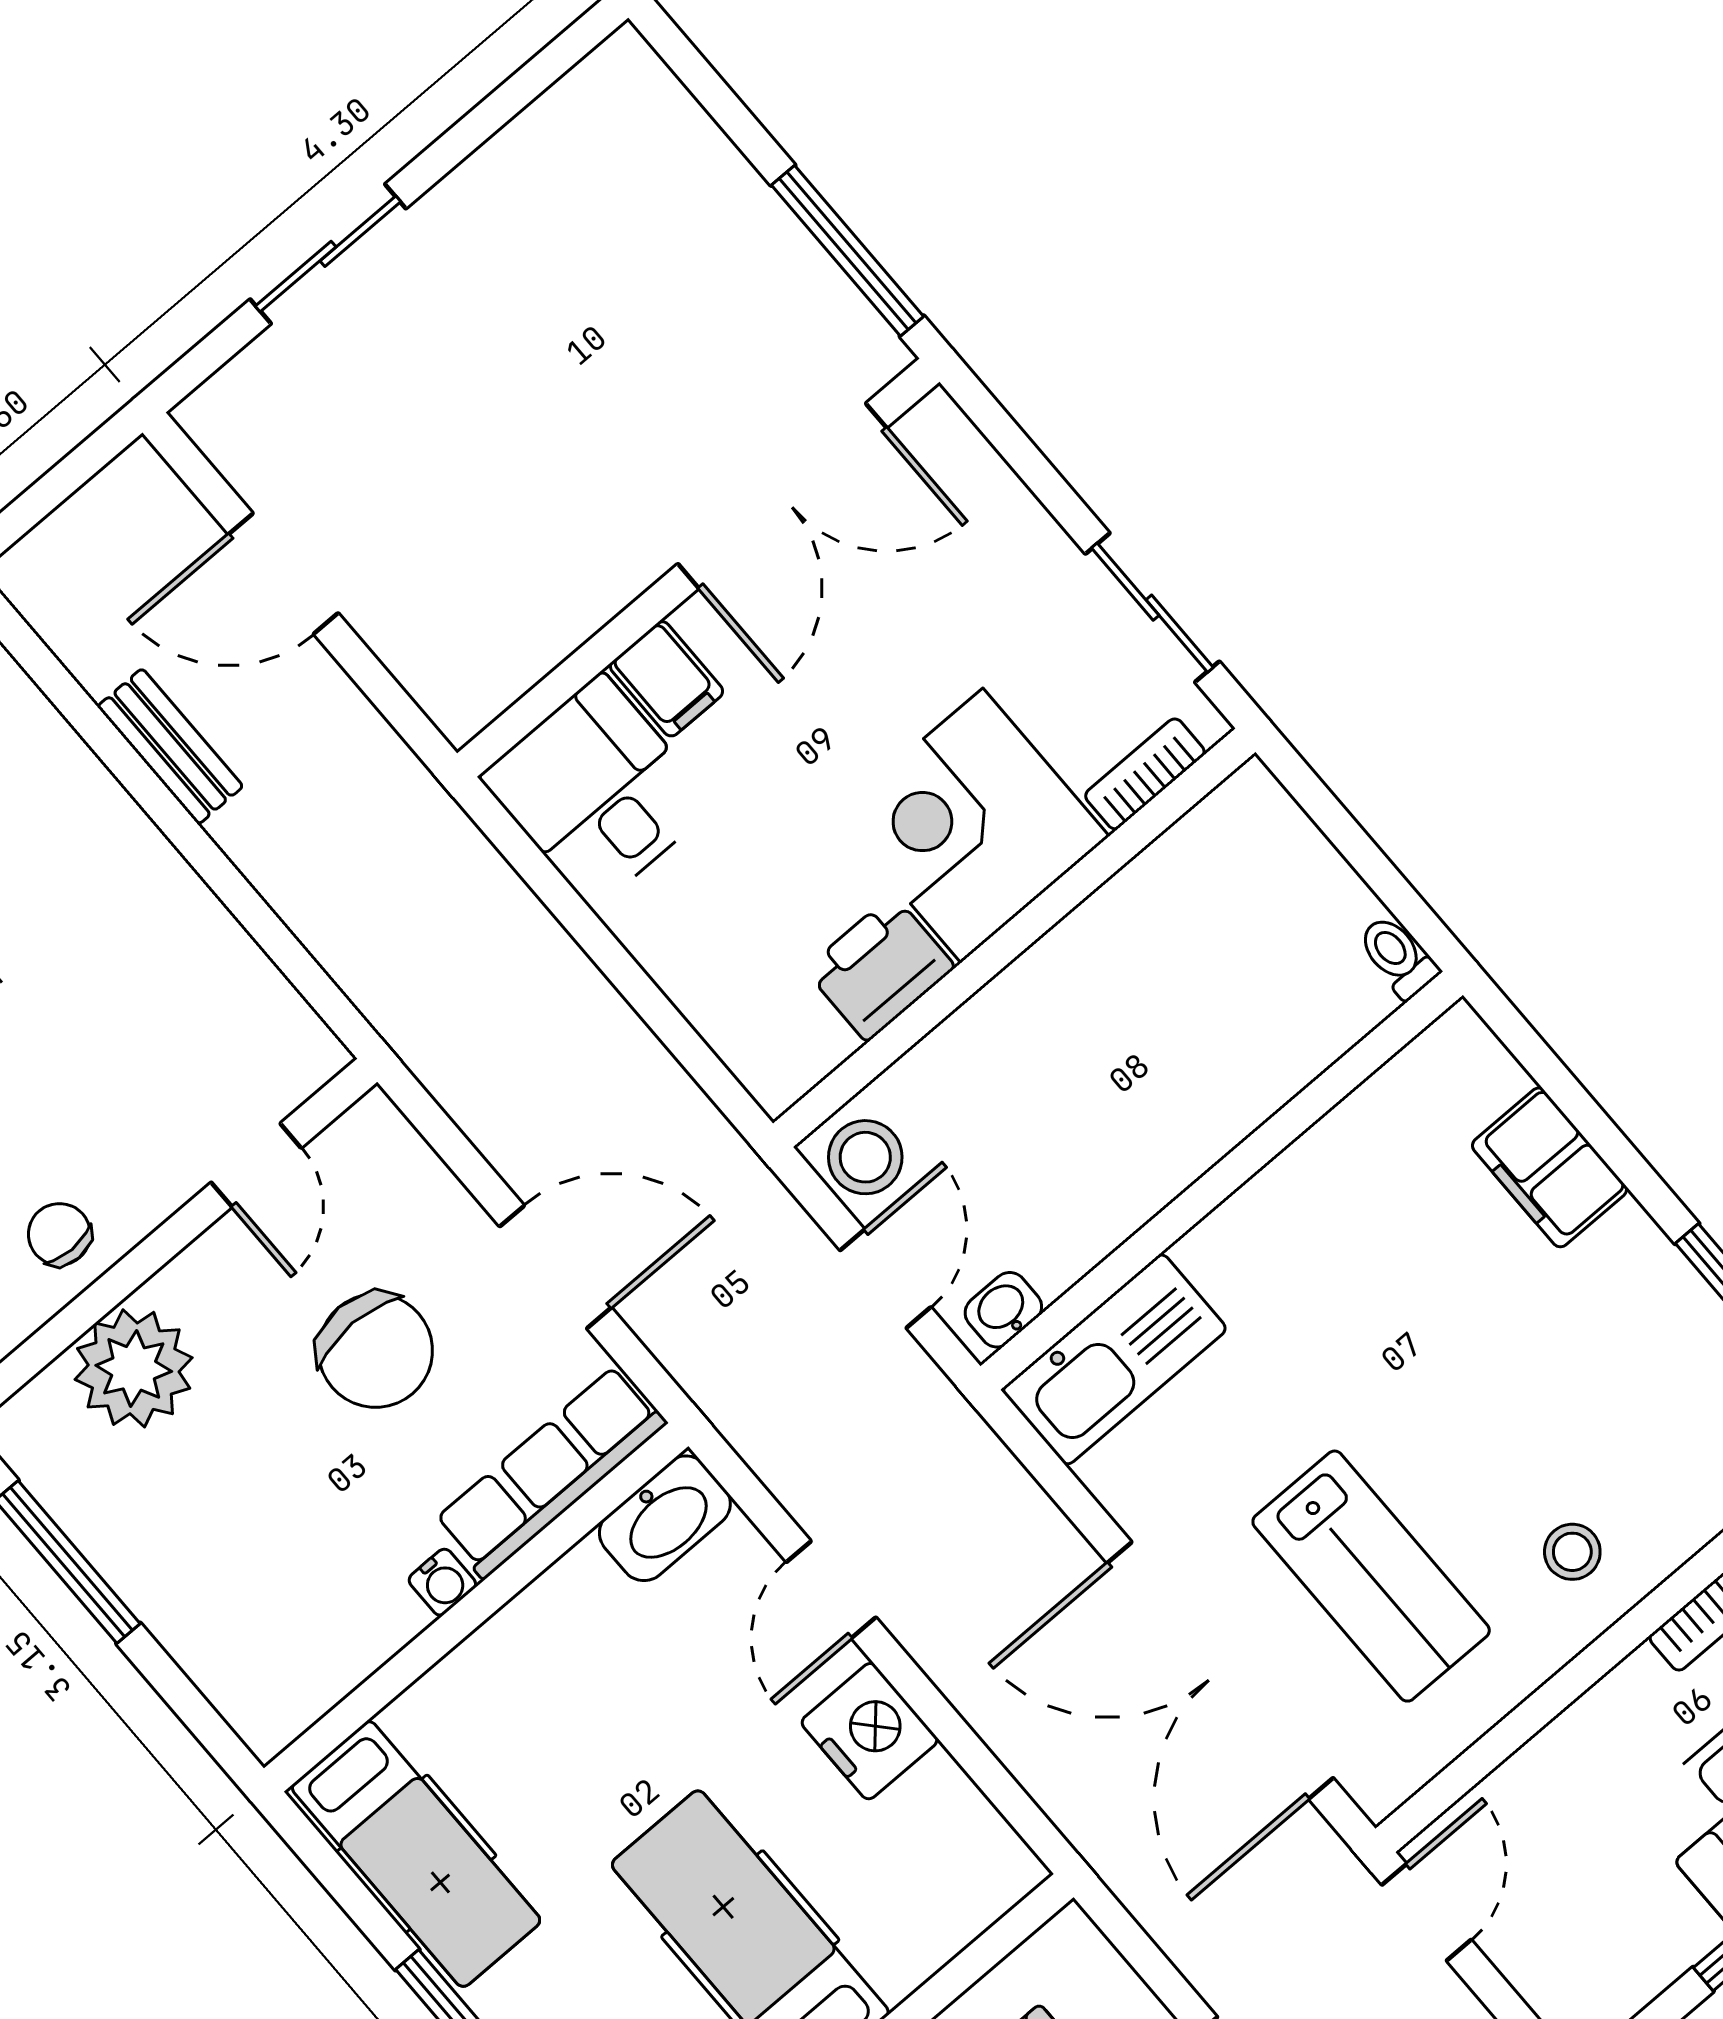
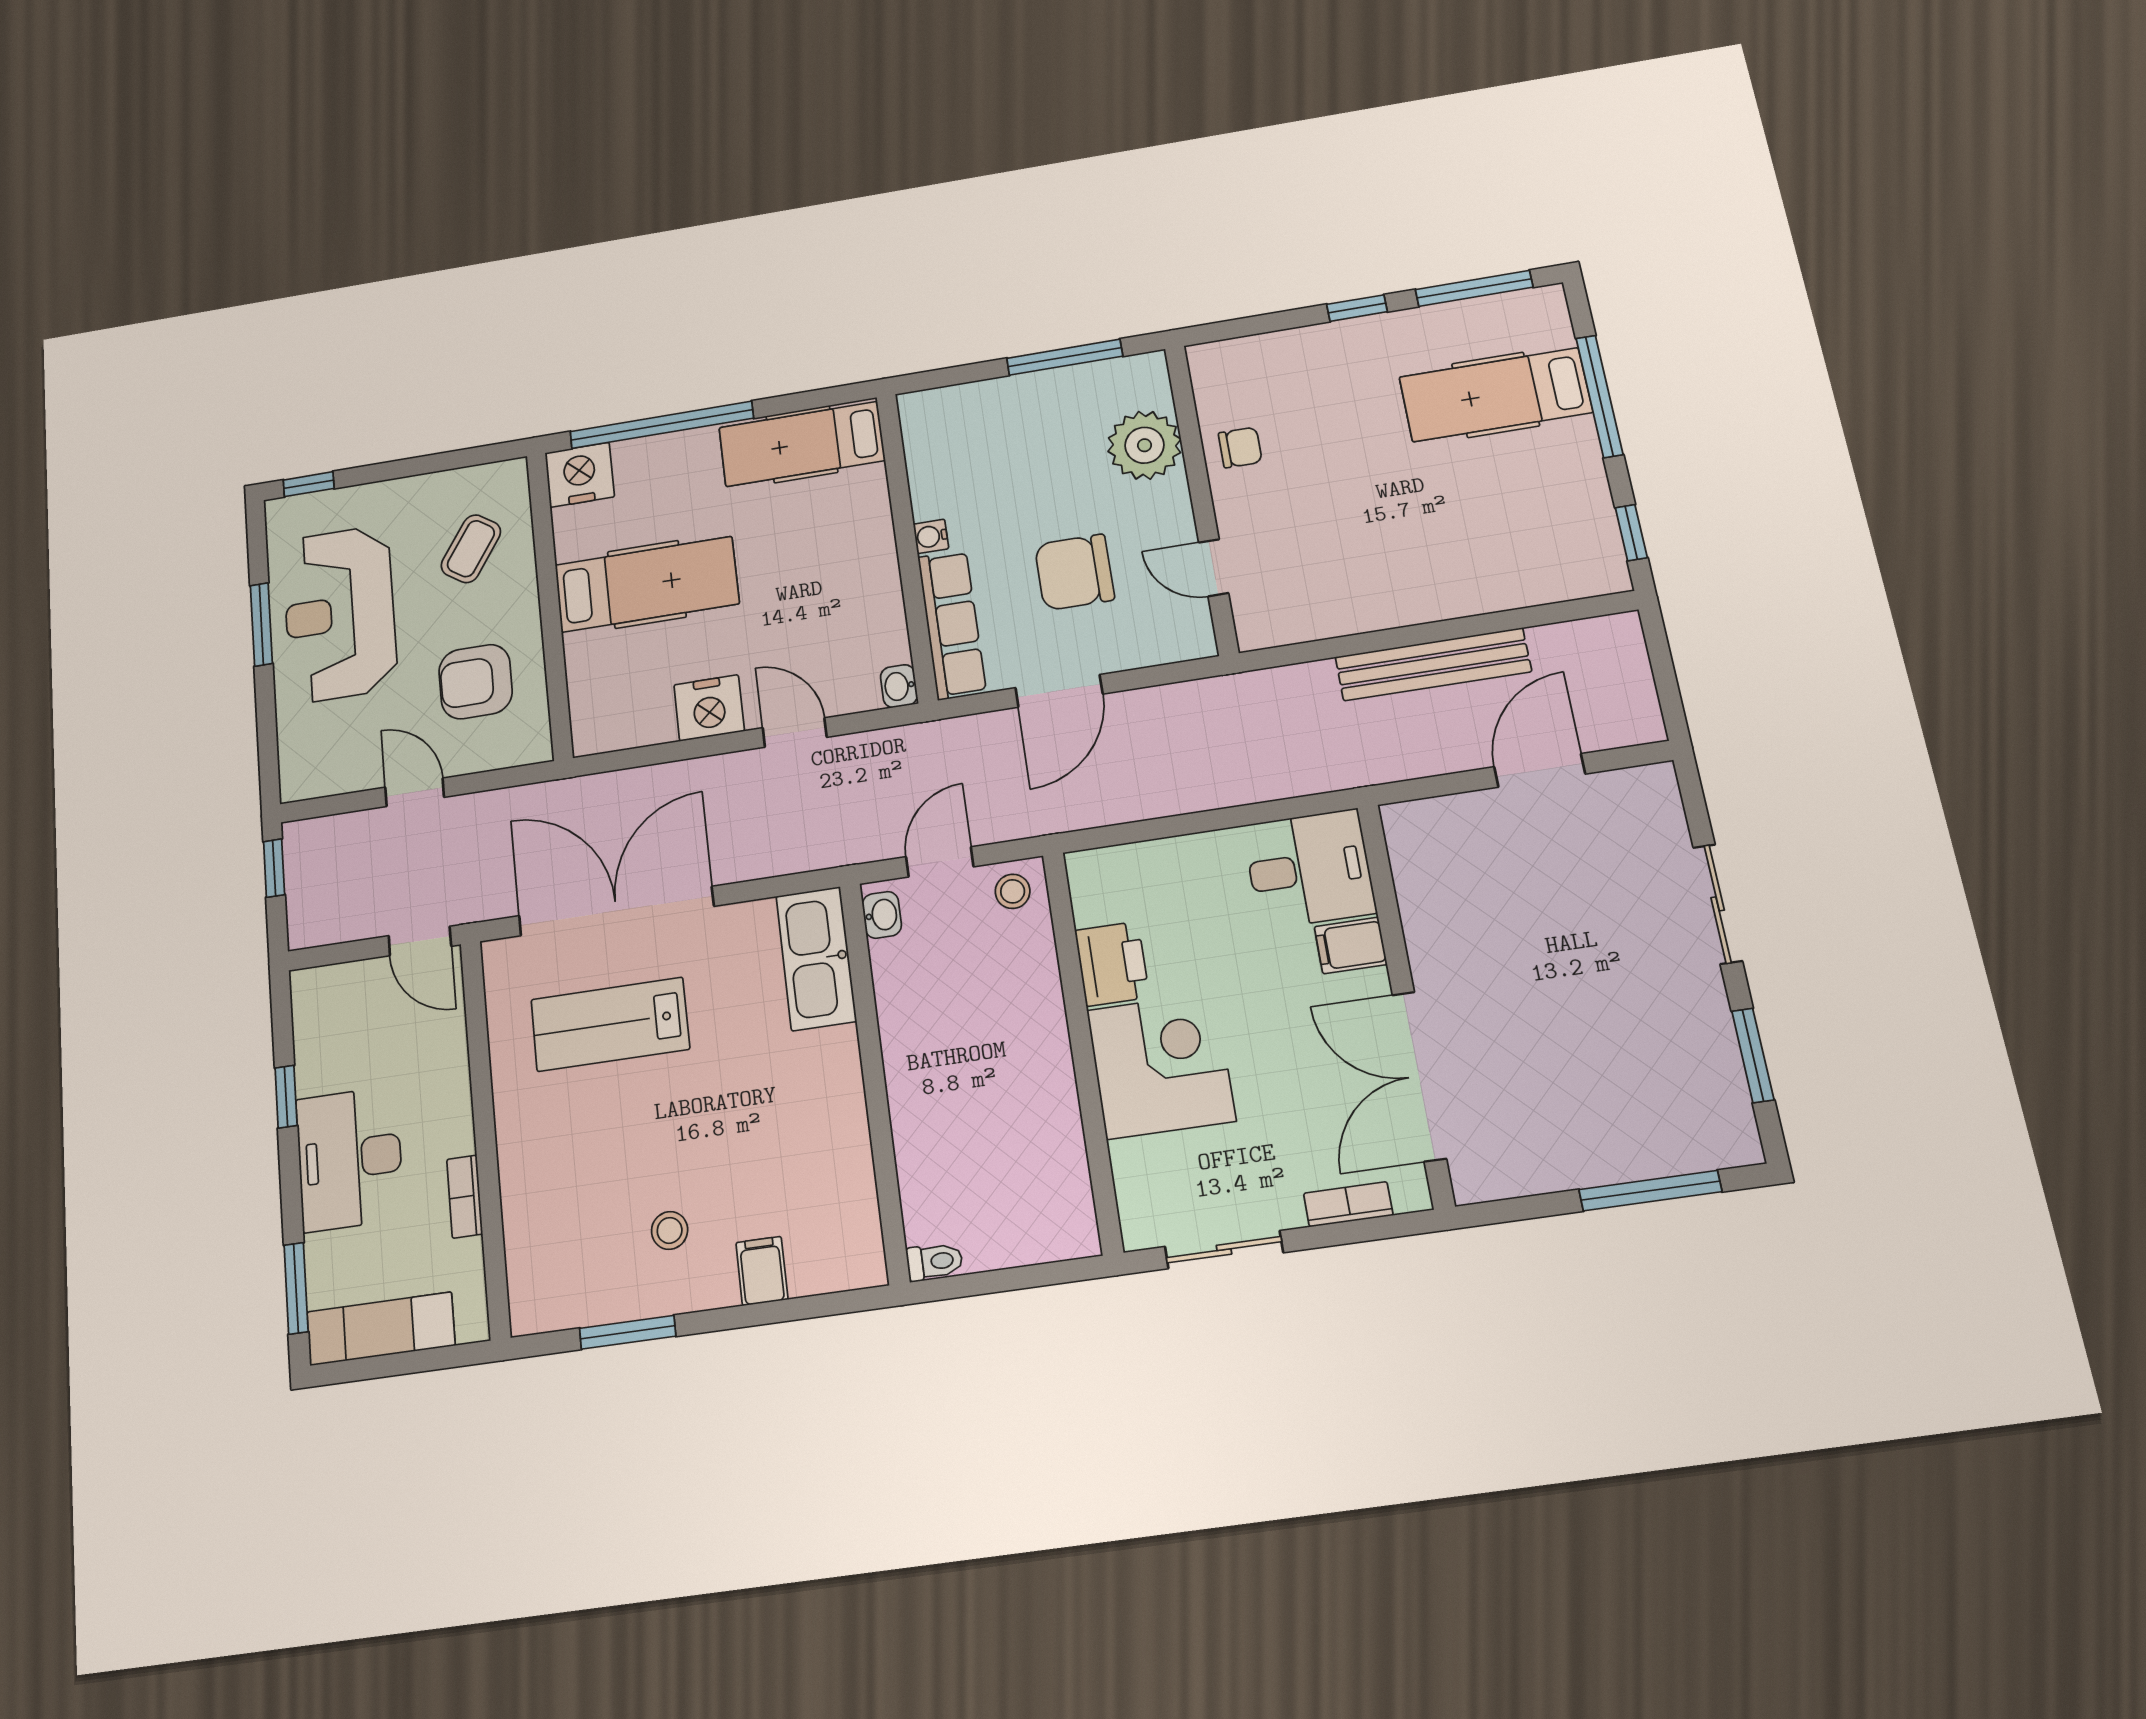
window: (501, 106) -> (1753, 1055), added
window: (847, 251) -> (1650, 1191), moved
bench: (170, 746) -> (1433, 664), width x1.86, depth x1.21
bookcase: (1145, 774) -> (1348, 1204), moved, turned -90
stool: (865, 1157) -> (1013, 891), width x0.73, depth x0.73
filing cabinet: (1550, 1167) -> (762, 1271), width x0.50
door: (886, 1279) -> (940, 862), swing flipped
washbasin: (665, 1518) -> (899, 686), width x0.52, depth x0.69
stool: (1572, 1552) -> (670, 1230), moved

